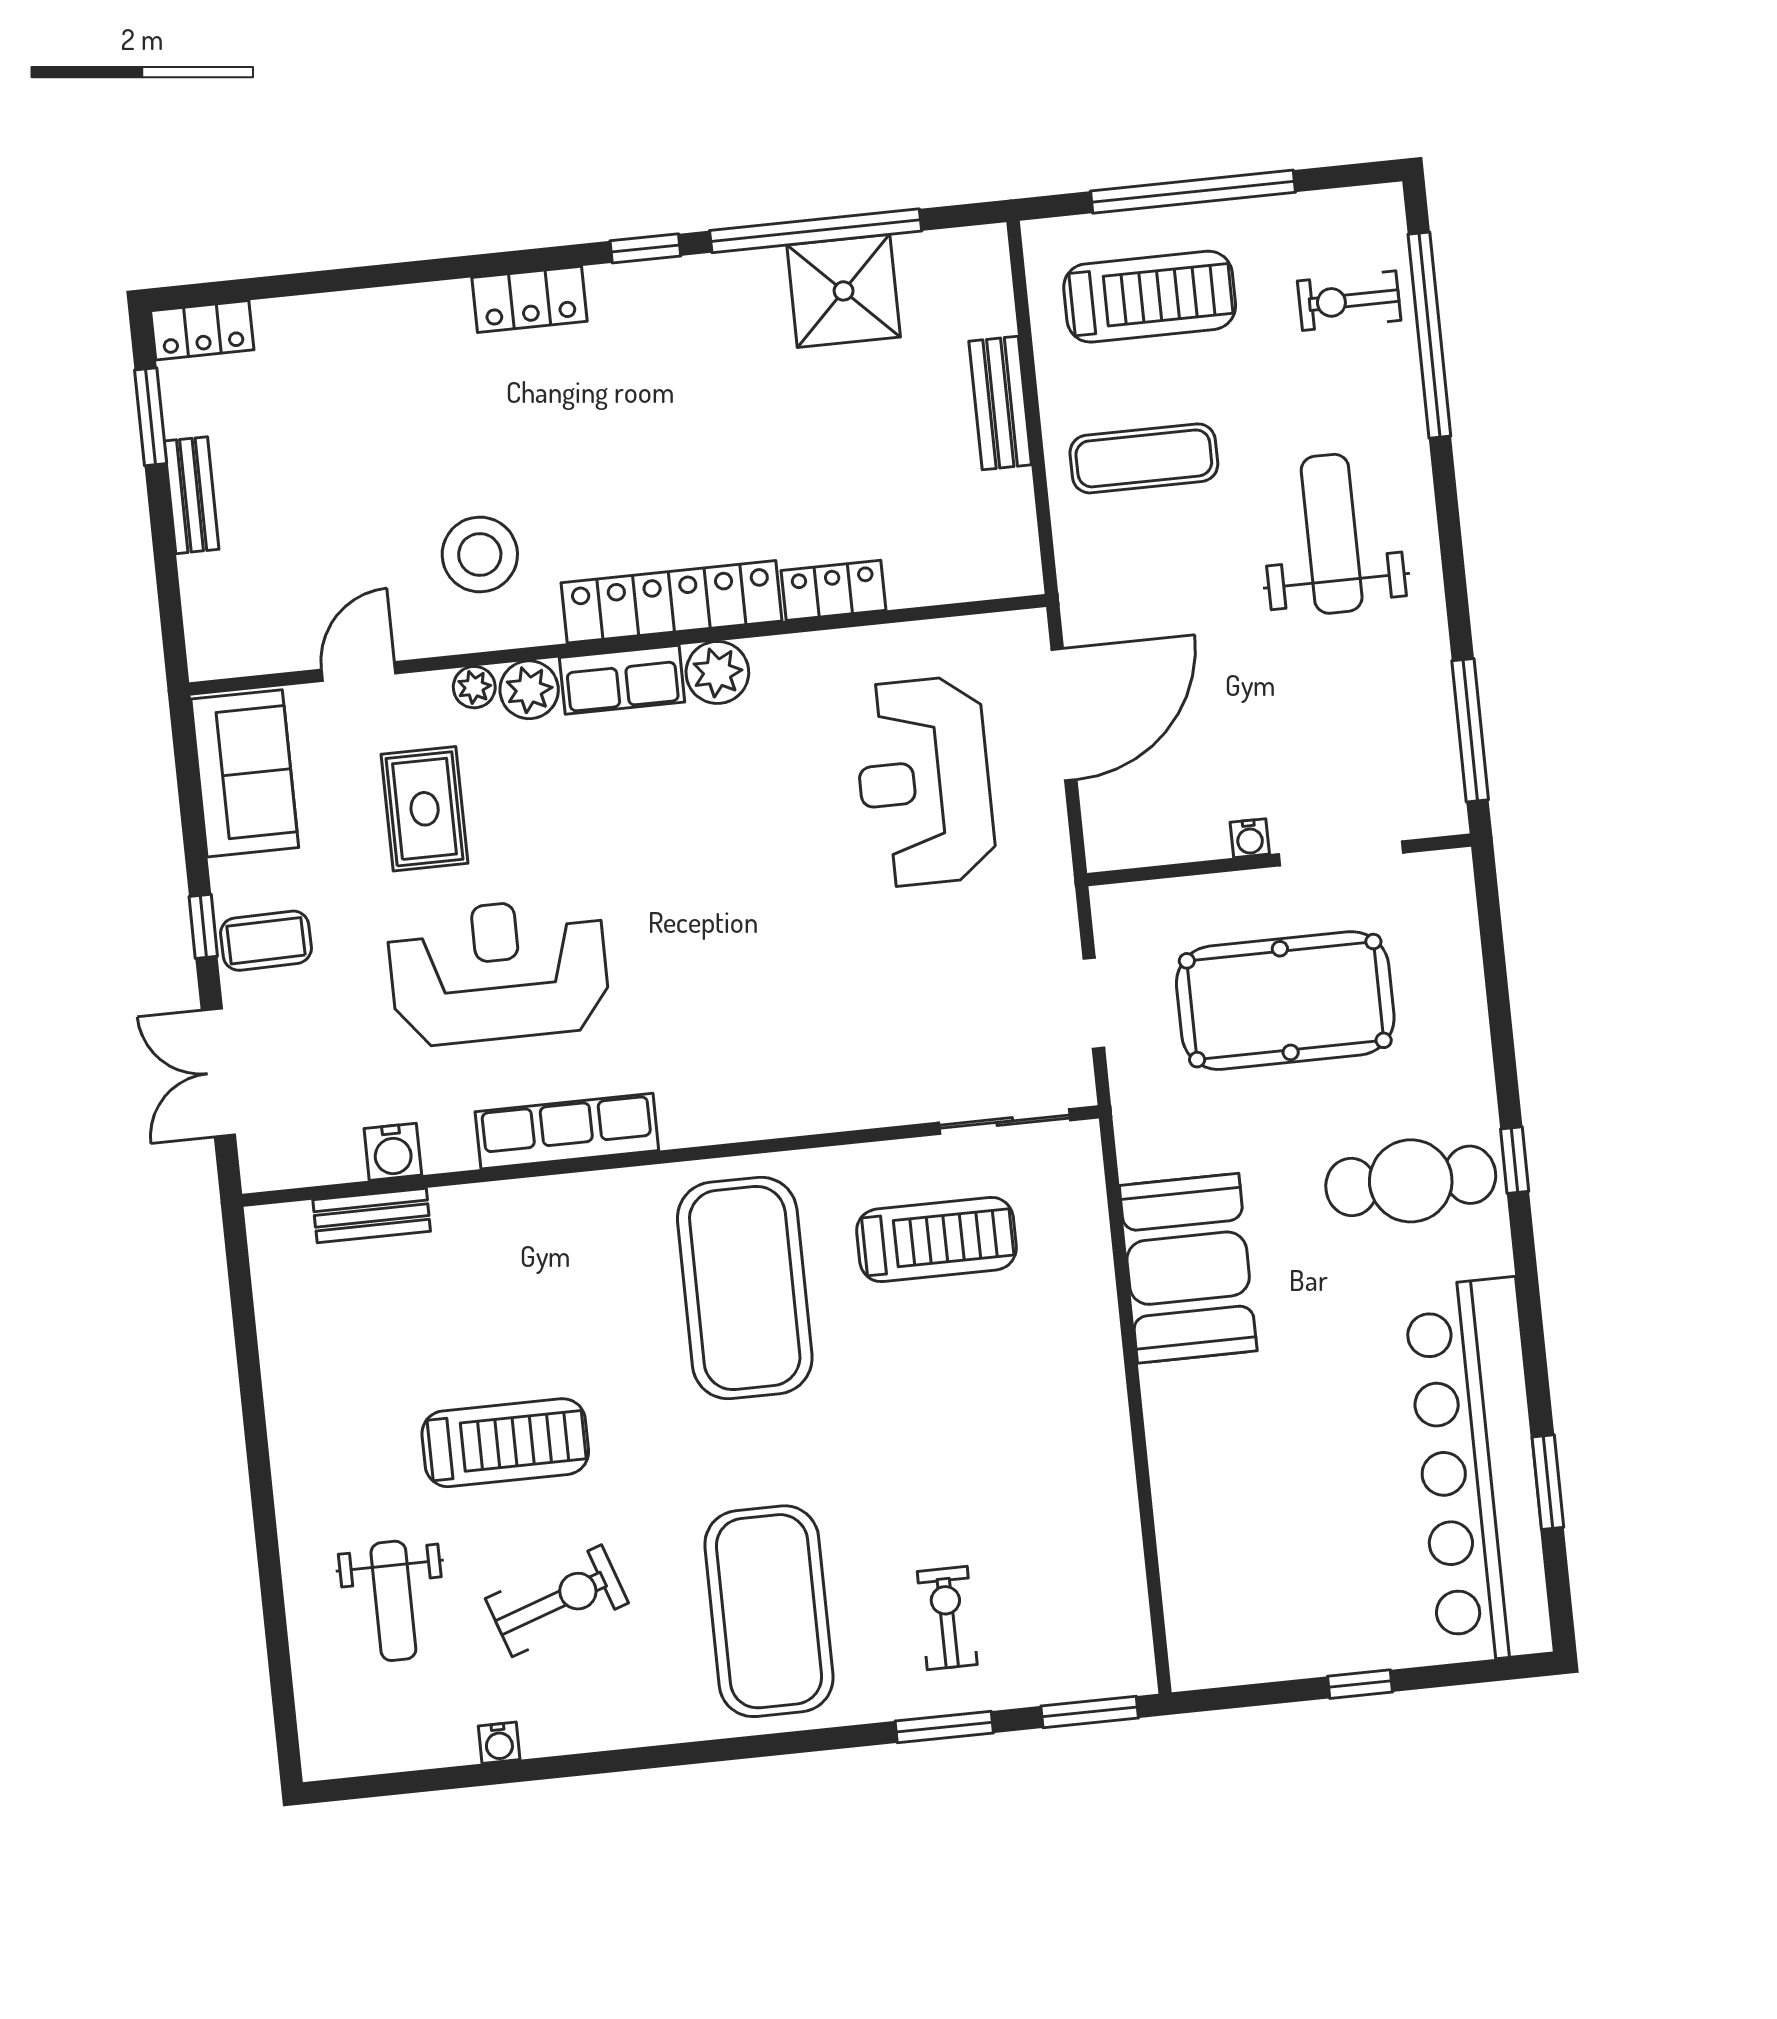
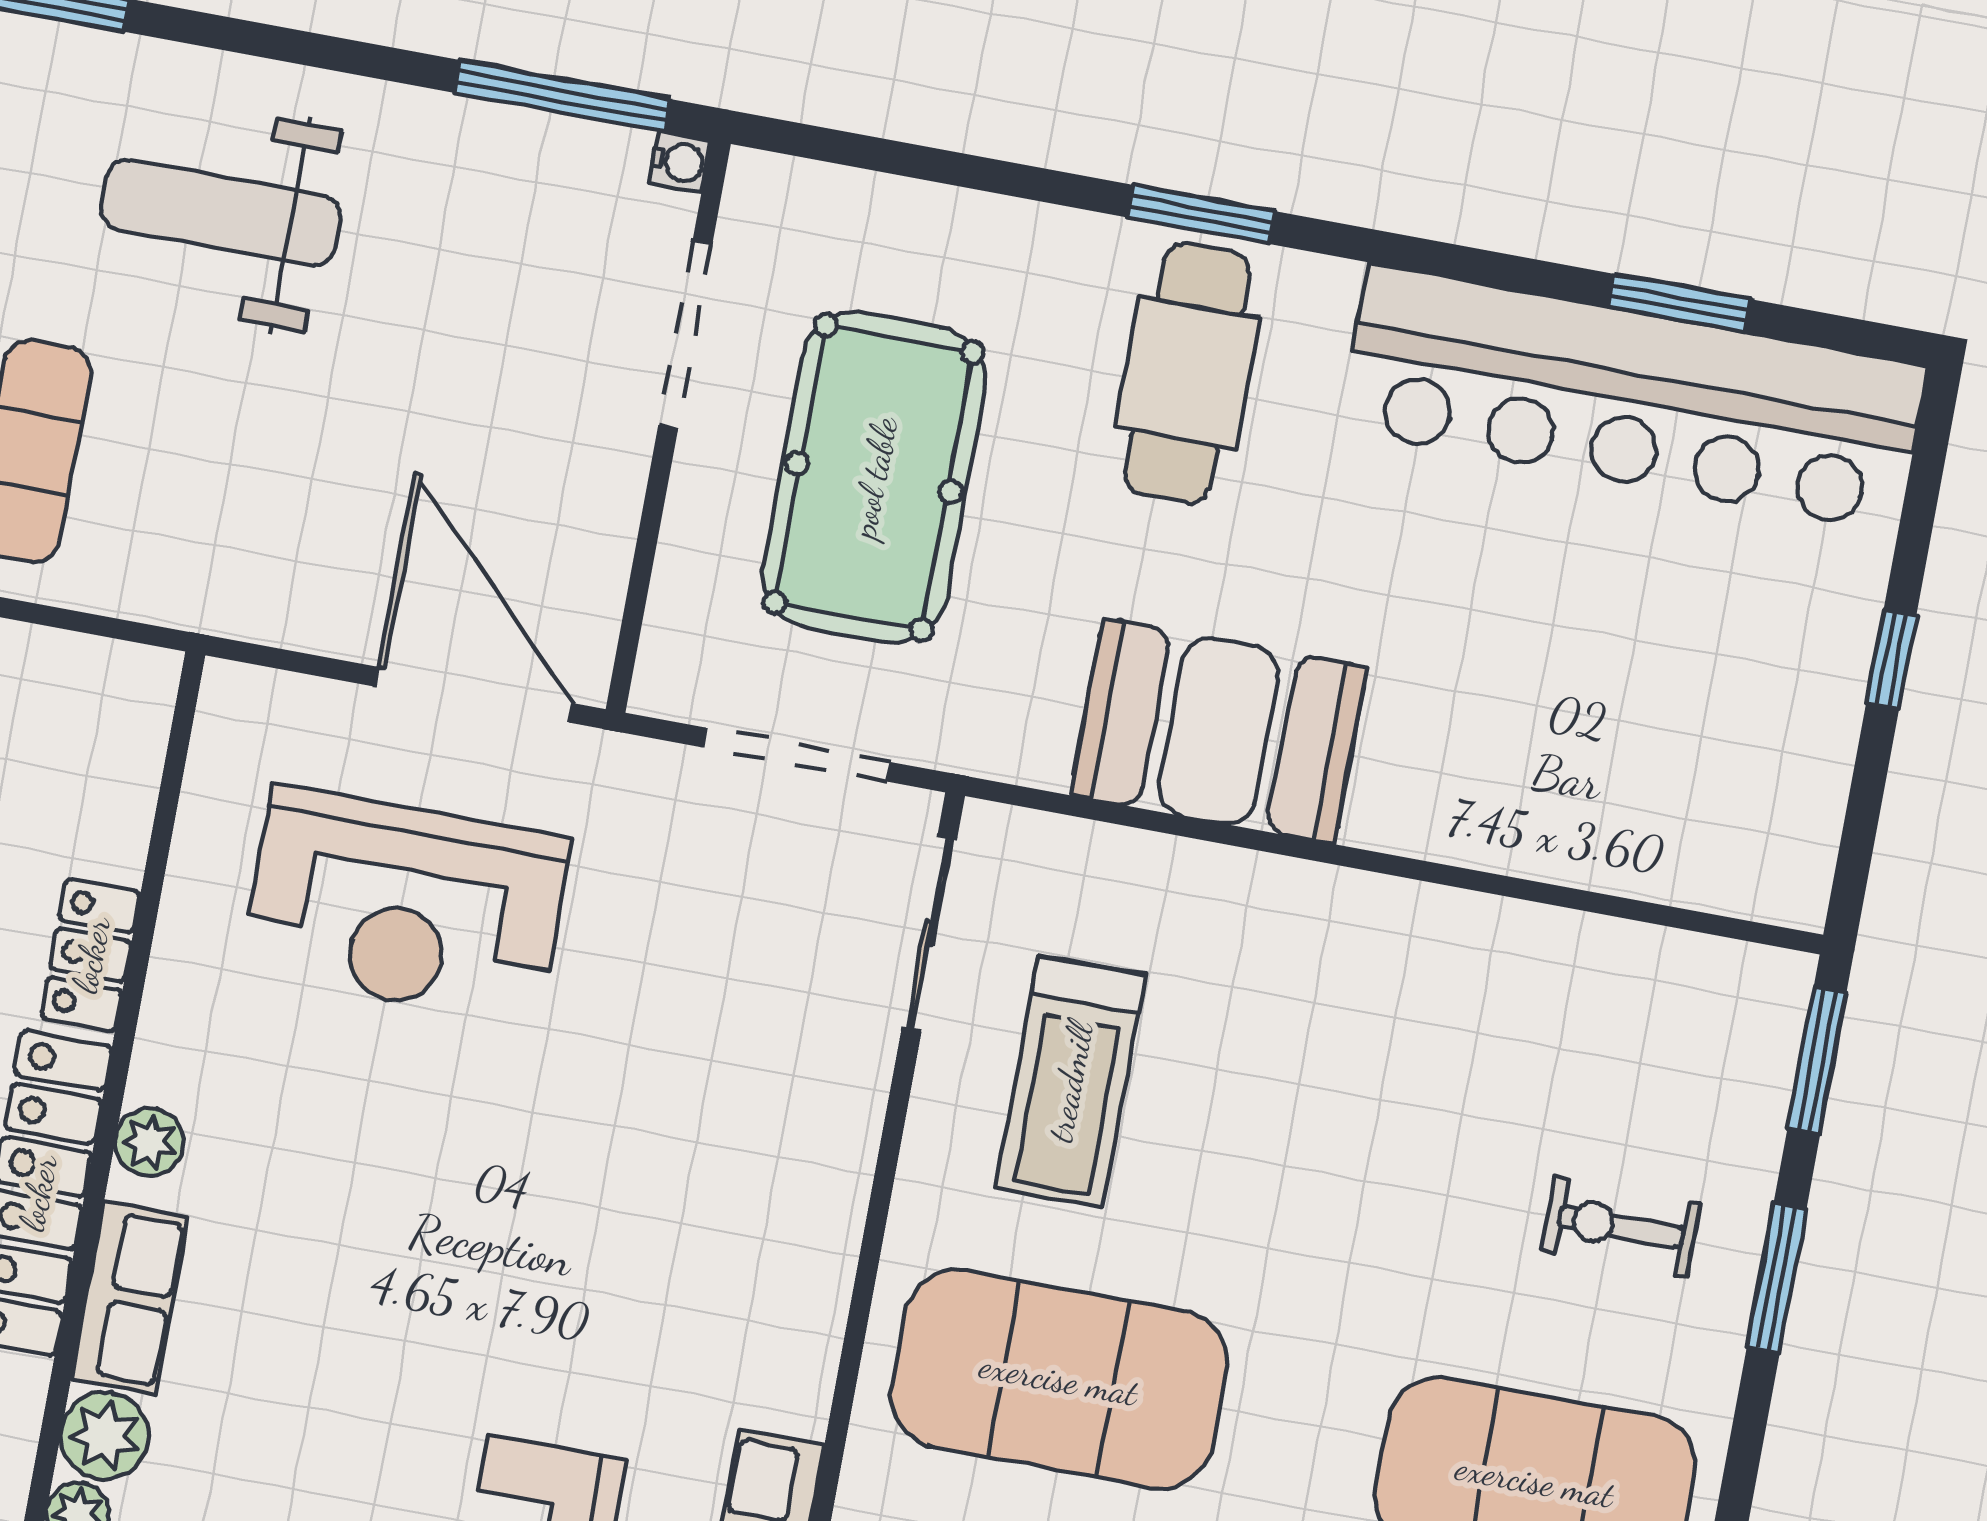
plant: (717, 672) -> (149, 1142), width x0.73, depth x0.73
door: (1064, 714) -> (474, 695), moved
water cooler: (1250, 838) -> (680, 162), moved
doorway: (1094, 1003) -> (797, 755), width x1.38
window: (1515, 1160) -> (1201, 214), width x1.50
treadmill: (936, 1239) -> (1070, 1082), turned 180

